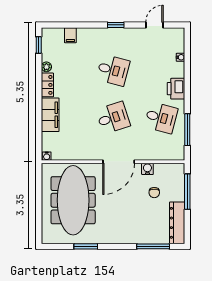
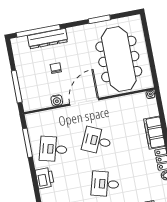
desk: (113, 118) -> (97, 141), turned 42
chair: (154, 193) -> (56, 68), moved
dresser: (177, 223) -> (48, 39), moved, turned 90
window: (153, 246) -> (38, 31), width x1.46

